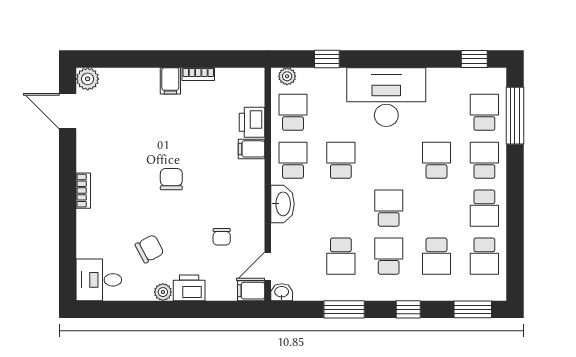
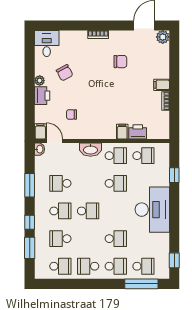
plant: (287, 76) -> (164, 152), removed
chair: (171, 179) -> (120, 62), moved
school desk: (484, 256) -> (60, 266), turned 180
window: (473, 309) -> (30, 248), moved

